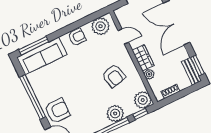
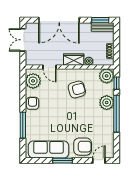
door: (123, 36) -> (50, 67), swing flipped
window: (34, 46) -> (23, 125), moved
sofa: (42, 56) -> (48, 150), moved, turned -90
window: (33, 97) -> (62, 161), width x0.47
armchair: (57, 111) -> (83, 147), turned 90

